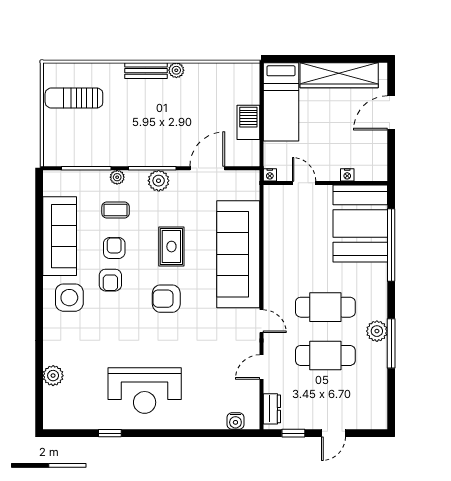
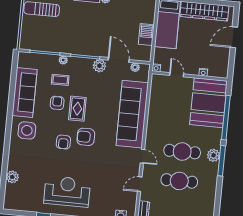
door: (207, 168) -> (119, 60), hinge flipped
plant: (235, 177) -> (135, 67), added
plant: (159, 181) -> (99, 66), moved
rug: (171, 247) -> (77, 109), moved
armchair: (110, 280) -> (63, 142), moved
plant: (377, 331) -> (213, 155), moved
window: (391, 343) -> (222, 161), moved
reception desk: (145, 390) -> (67, 191), turned 180

